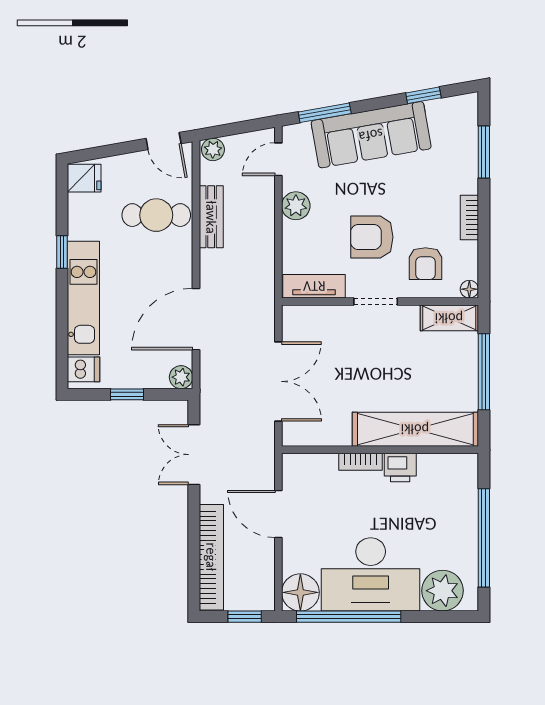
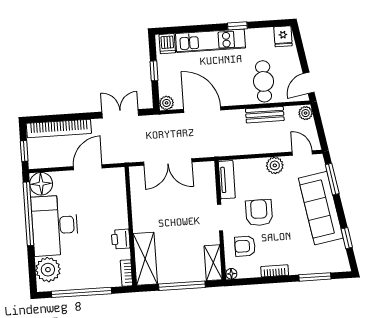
shelving: (415, 429) -> (145, 259), width x0.68
bookcase: (361, 462) -> (126, 273), moved

